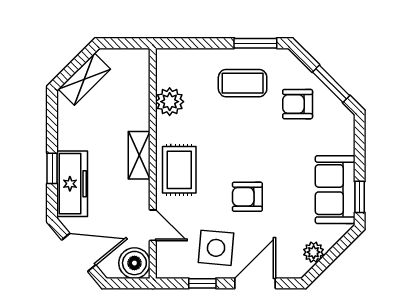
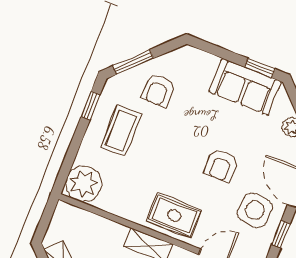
window: (255, 43) -> (91, 106), width x0.67
window: (331, 84) -> (133, 62), moved
plant: (170, 102) -> (84, 184), moved, width x1.36, depth x1.36

